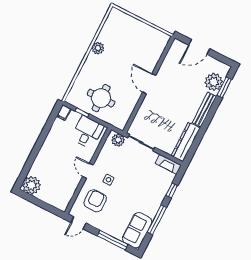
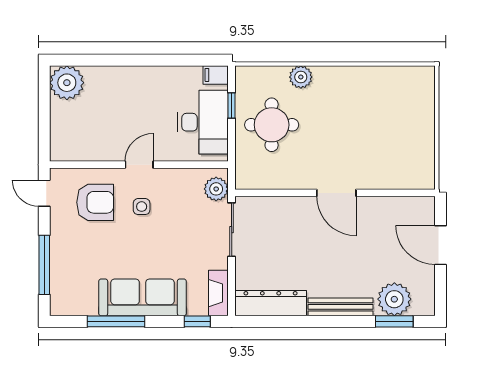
plant: (98, 48) -> (301, 77), moved
door: (149, 84) -> (336, 193), swing flipped
desk: (87, 132) -> (203, 122), width x1.37
window: (172, 191) -> (197, 321), moved
sofa: (137, 230) -> (143, 297), moved, width x1.36

